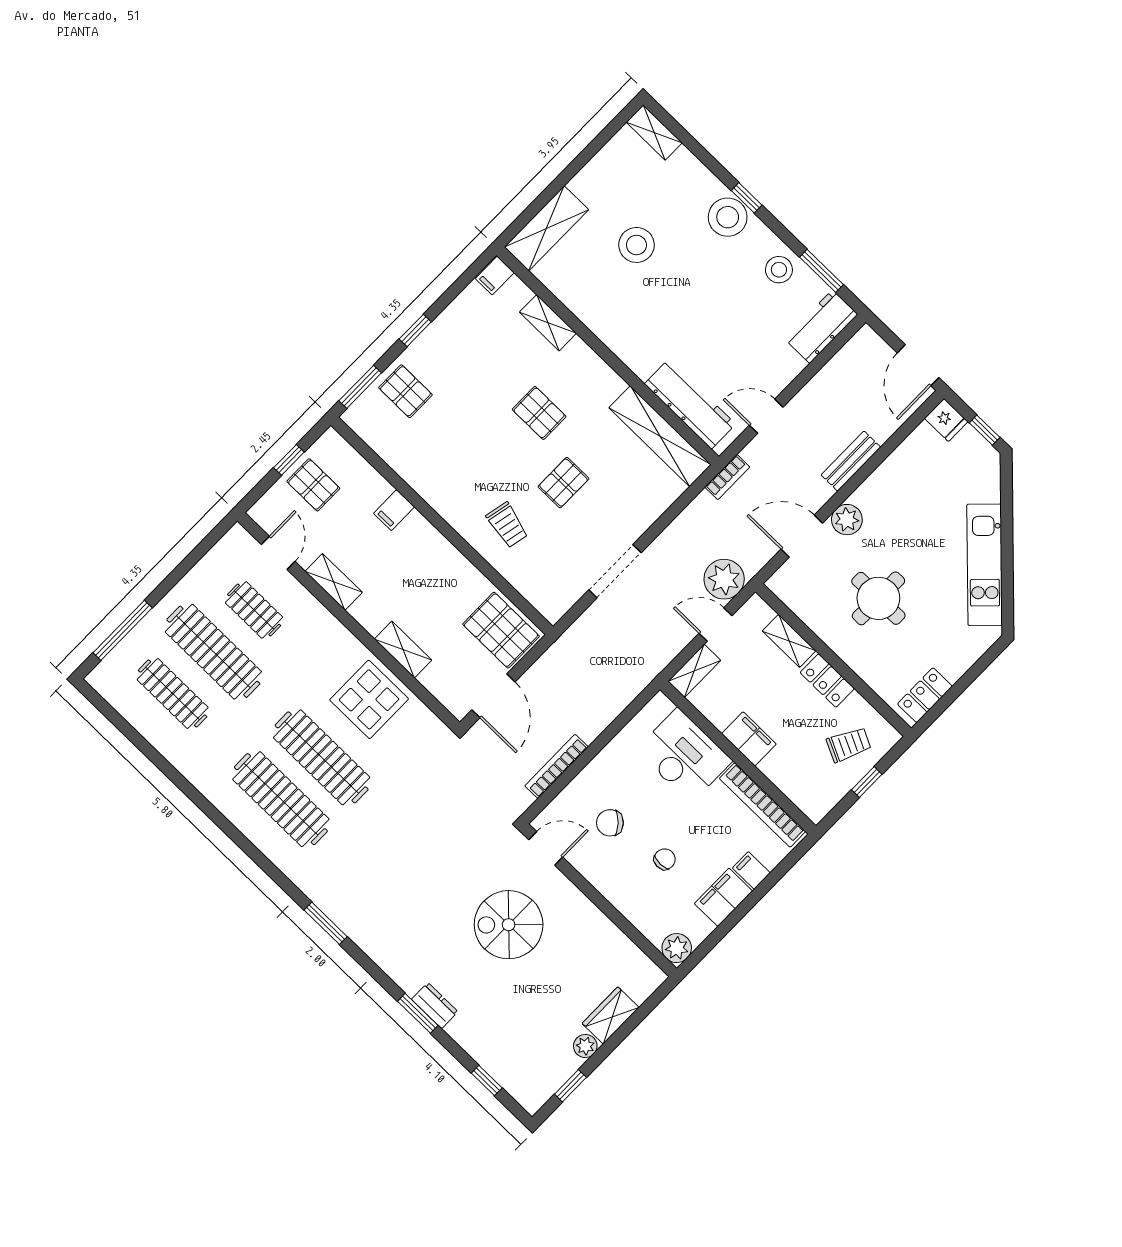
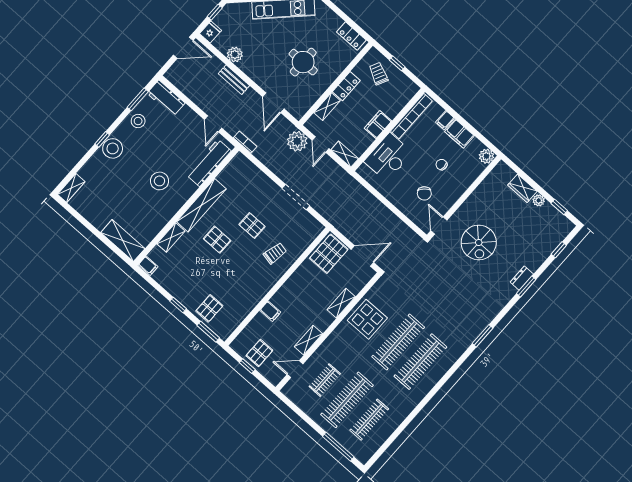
stool: (636, 245) -> (159, 181), moved
pallet: (539, 413) -> (217, 240), turned 90
shelving: (660, 436) -> (201, 205), moved
plant: (847, 520) -> (235, 55), moved
bookcase: (556, 766) -> (397, 222), removed

